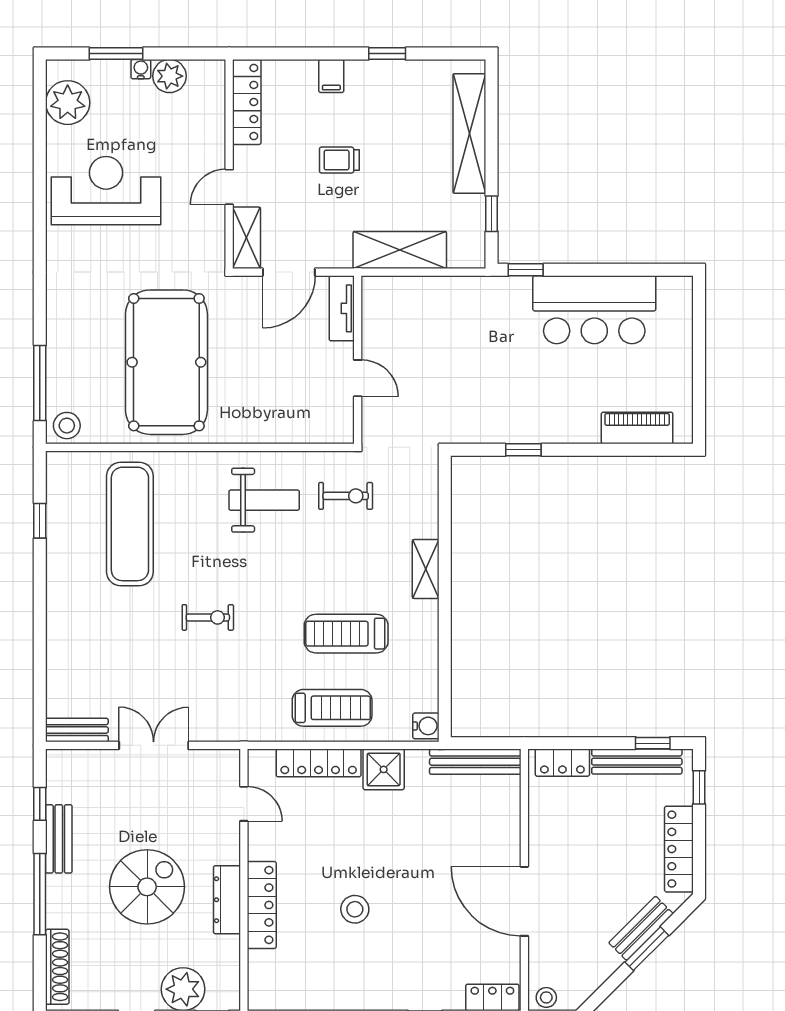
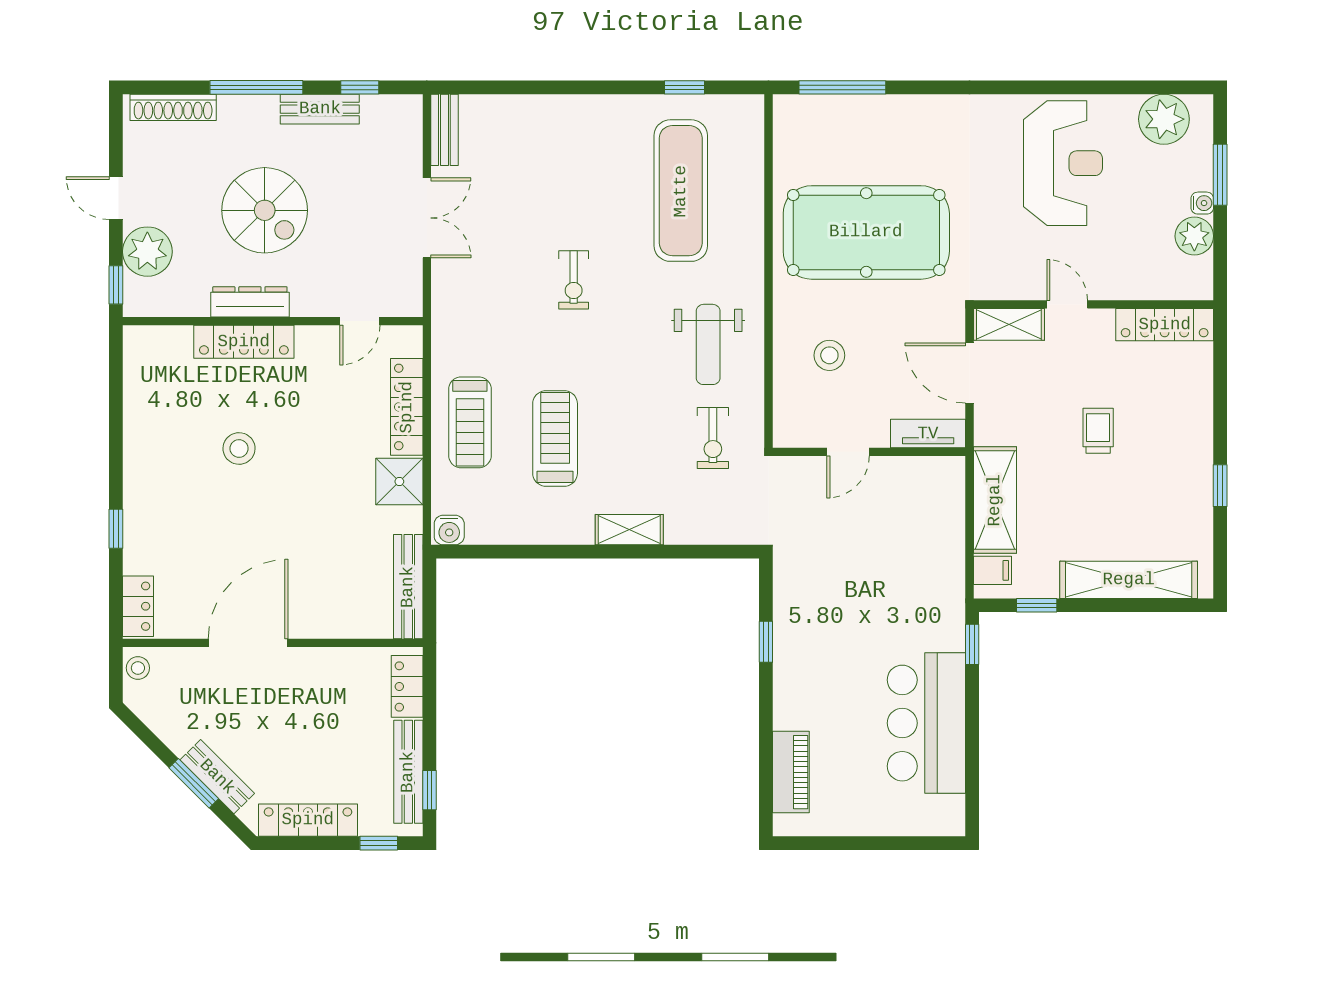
filing cabinet: (331, 76) -> (993, 570), moved, turned 180
stool: (67, 426) -> (829, 355), moved
exercise mat: (130, 524) -> (681, 191), turned 90

